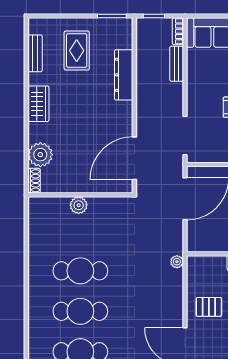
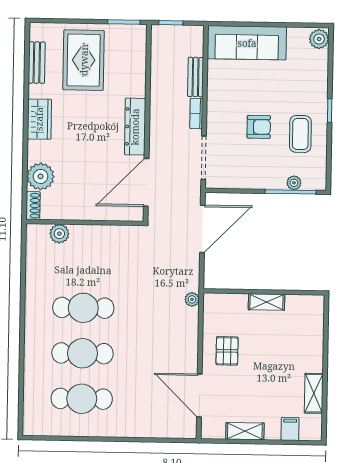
bookcase: (178, 31) -> (196, 114), moved
rug: (77, 51) -> (84, 60), width x1.36, depth x1.43
dresser: (124, 75) -> (135, 127), moved
plant: (79, 205) -> (59, 234), moved
pallet: (209, 307) -> (227, 351), turned 90

